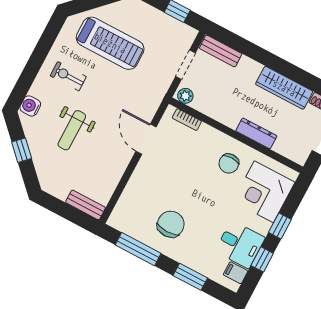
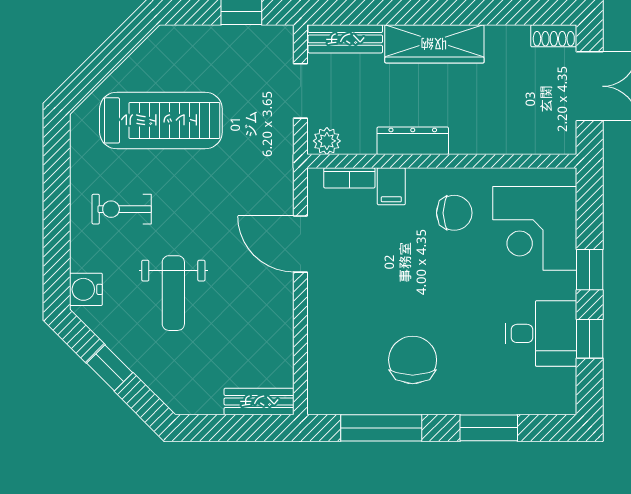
wardrobe: (284, 88) -> (434, 44), moved
dresser: (256, 133) -> (413, 141), moved
chair: (229, 163) -> (454, 213), turned -90
filing cabinet: (236, 273) -> (391, 186), moved, turned -90

